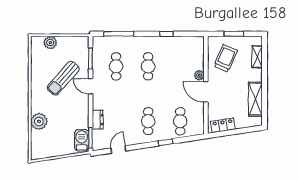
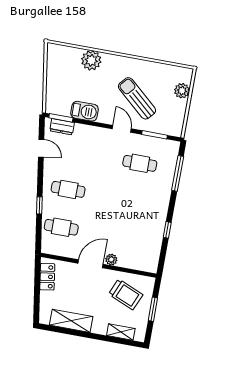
cafe table: (148, 66) -> (133, 201), removed
door: (91, 86) -> (122, 129), hinge flipped
dresser: (98, 120) -> (62, 127), moved
barbecue: (82, 140) -> (85, 111), moved

